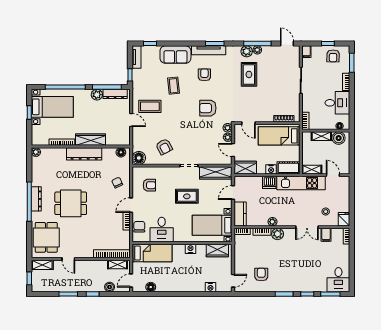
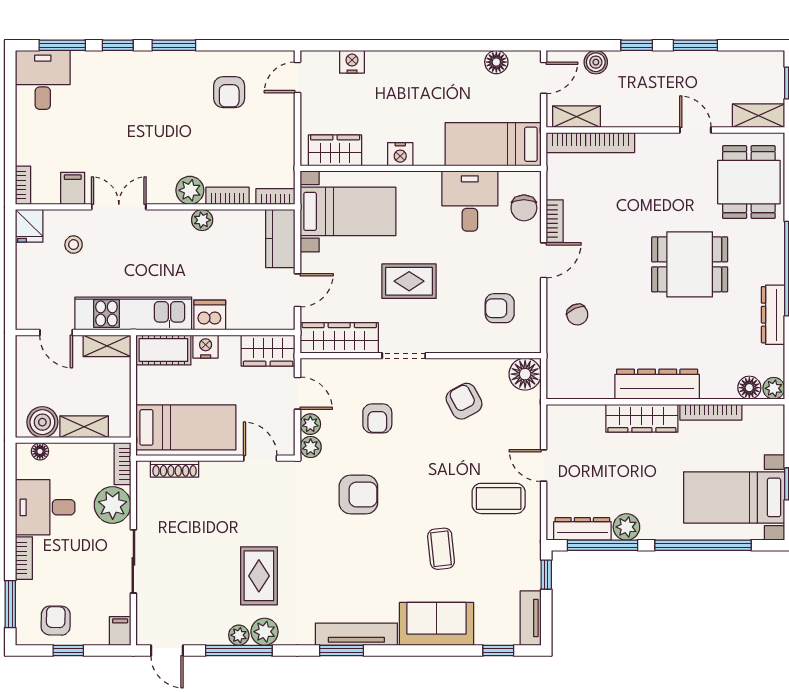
armchair: (204, 75) -> (377, 418), moved
plant: (310, 104) -> (113, 505), added
floor lamp: (121, 152) -> (749, 388), moved
dresser: (36, 199) -> (773, 315), moved

